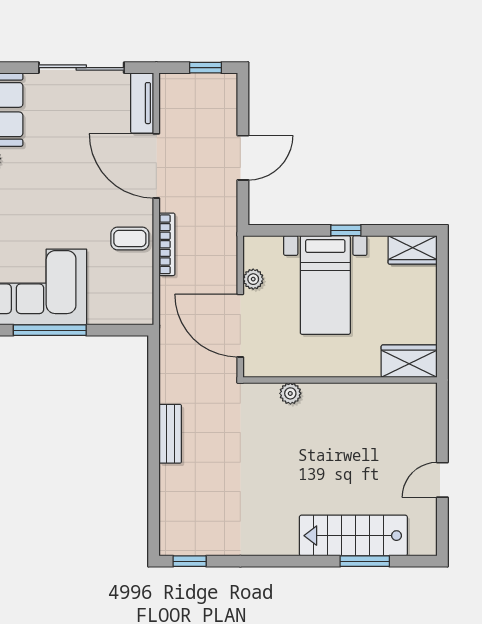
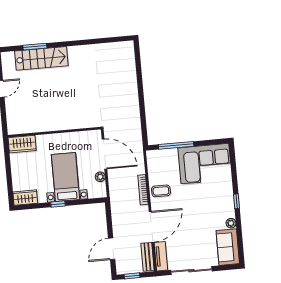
door: (243, 158) -> (112, 249), moved
door: (156, 166) -> (151, 227), hinge flipped
window: (50, 330) -> (176, 145), moved
plant: (290, 393) -> (78, 124), removed
bench: (170, 434) -> (147, 257), moved
window: (190, 561) -> (119, 39), removed

